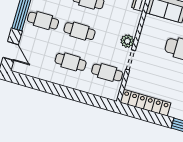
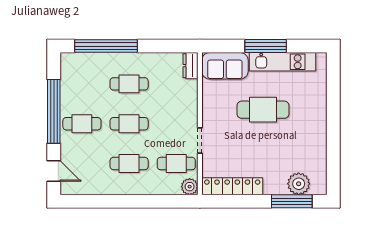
plant: (127, 41) -> (190, 187), moved

